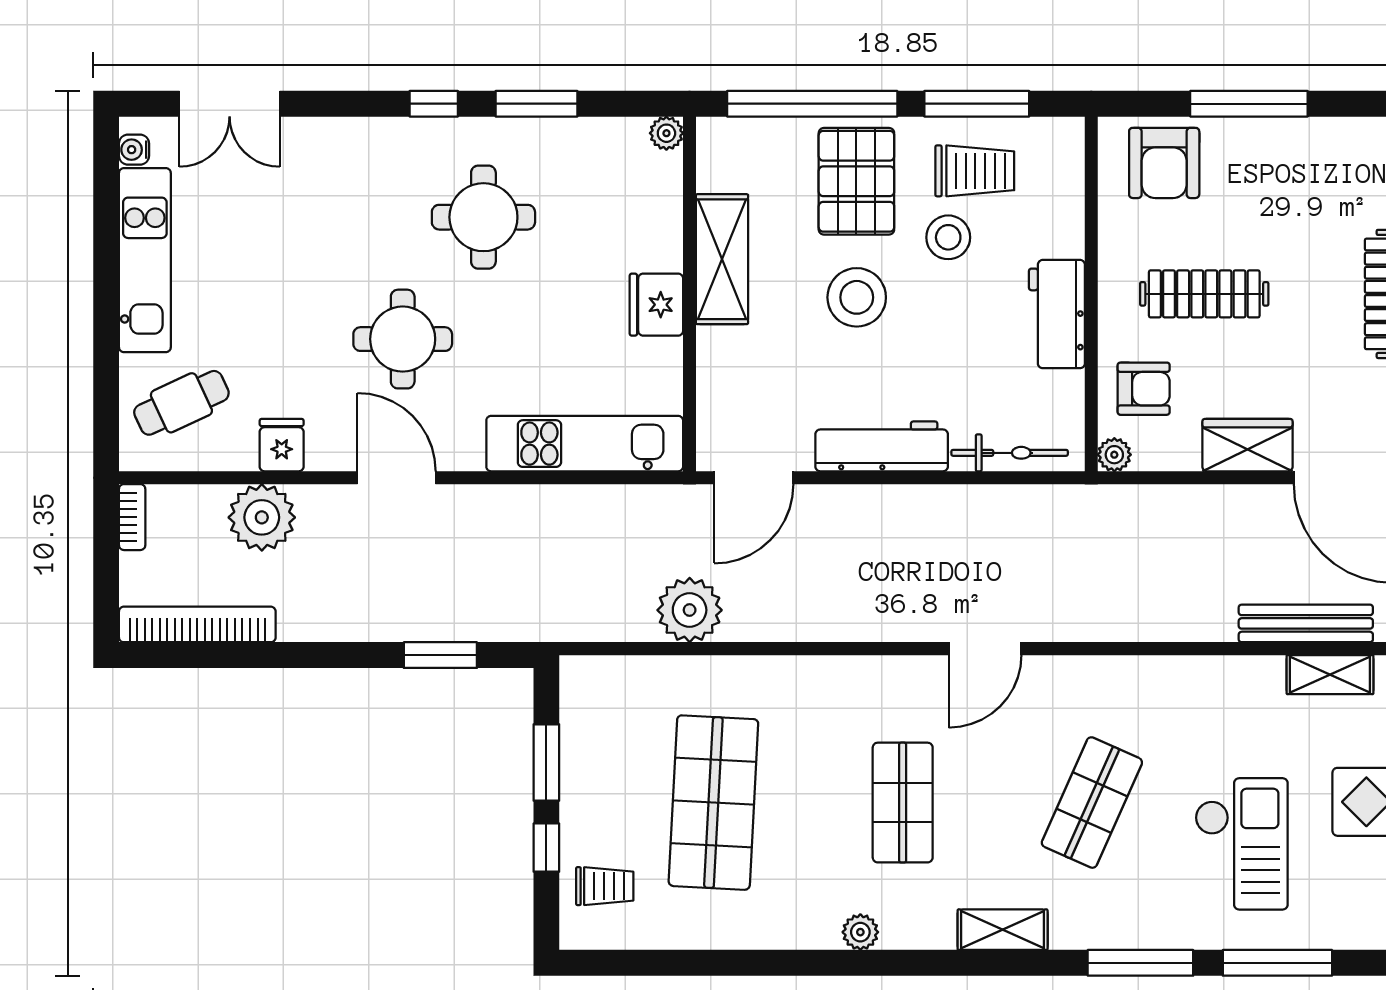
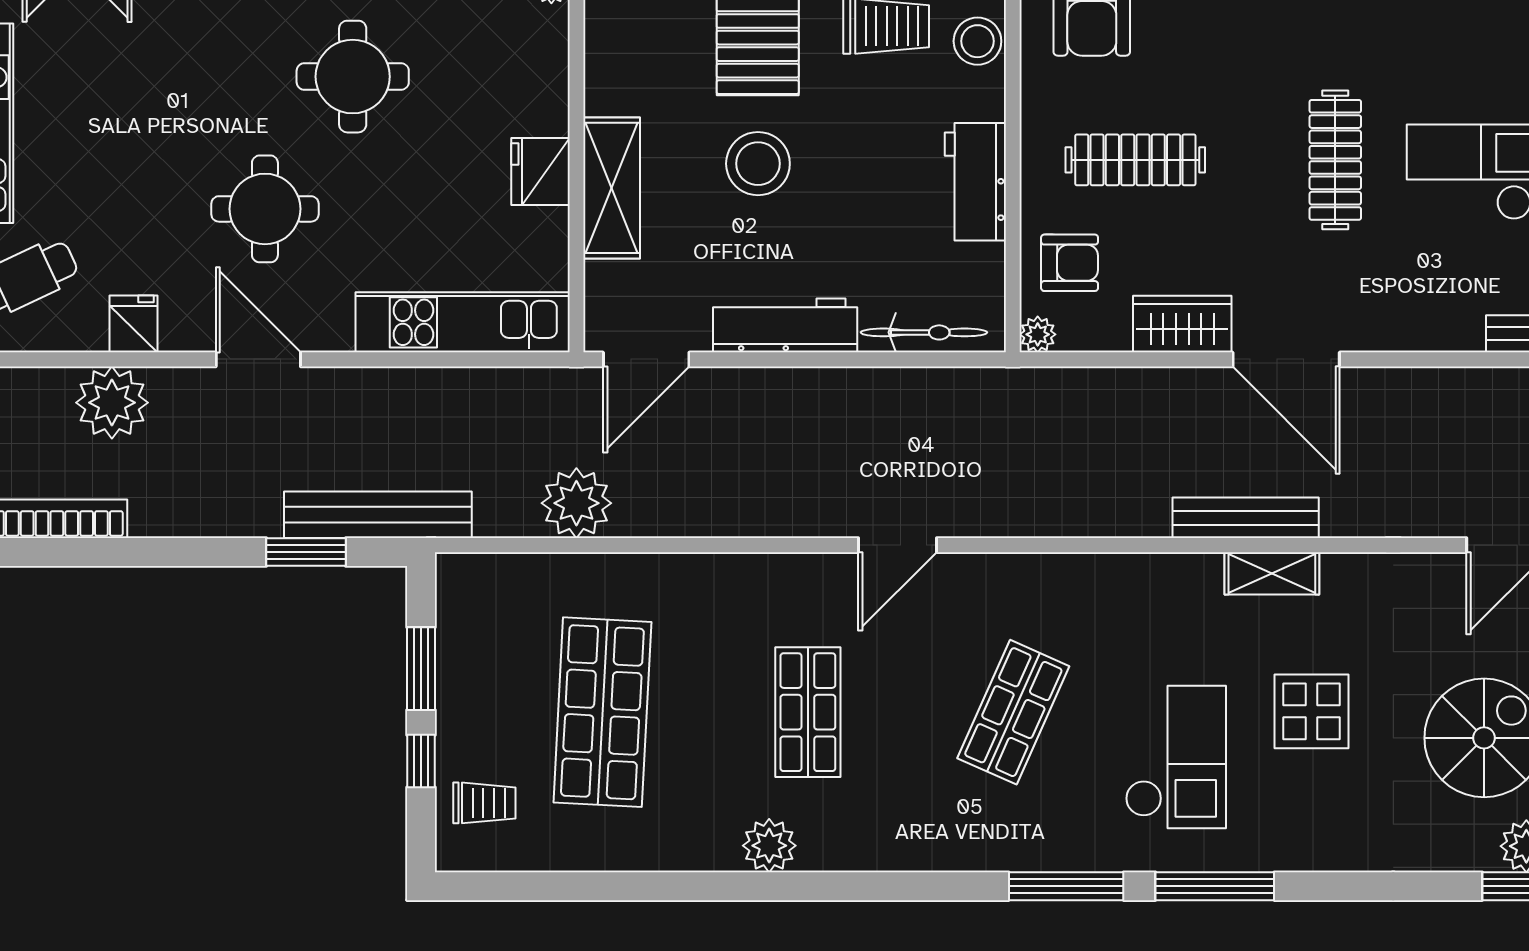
stool: (948, 237) -> (977, 41), moved
shelving: (722, 259) -> (612, 188), moved
bench: (507, 621) -> (378, 515), added
shelving: (1003, 930) -> (916, 850), removed
plant: (860, 932) -> (769, 846), width x1.38, depth x1.38

